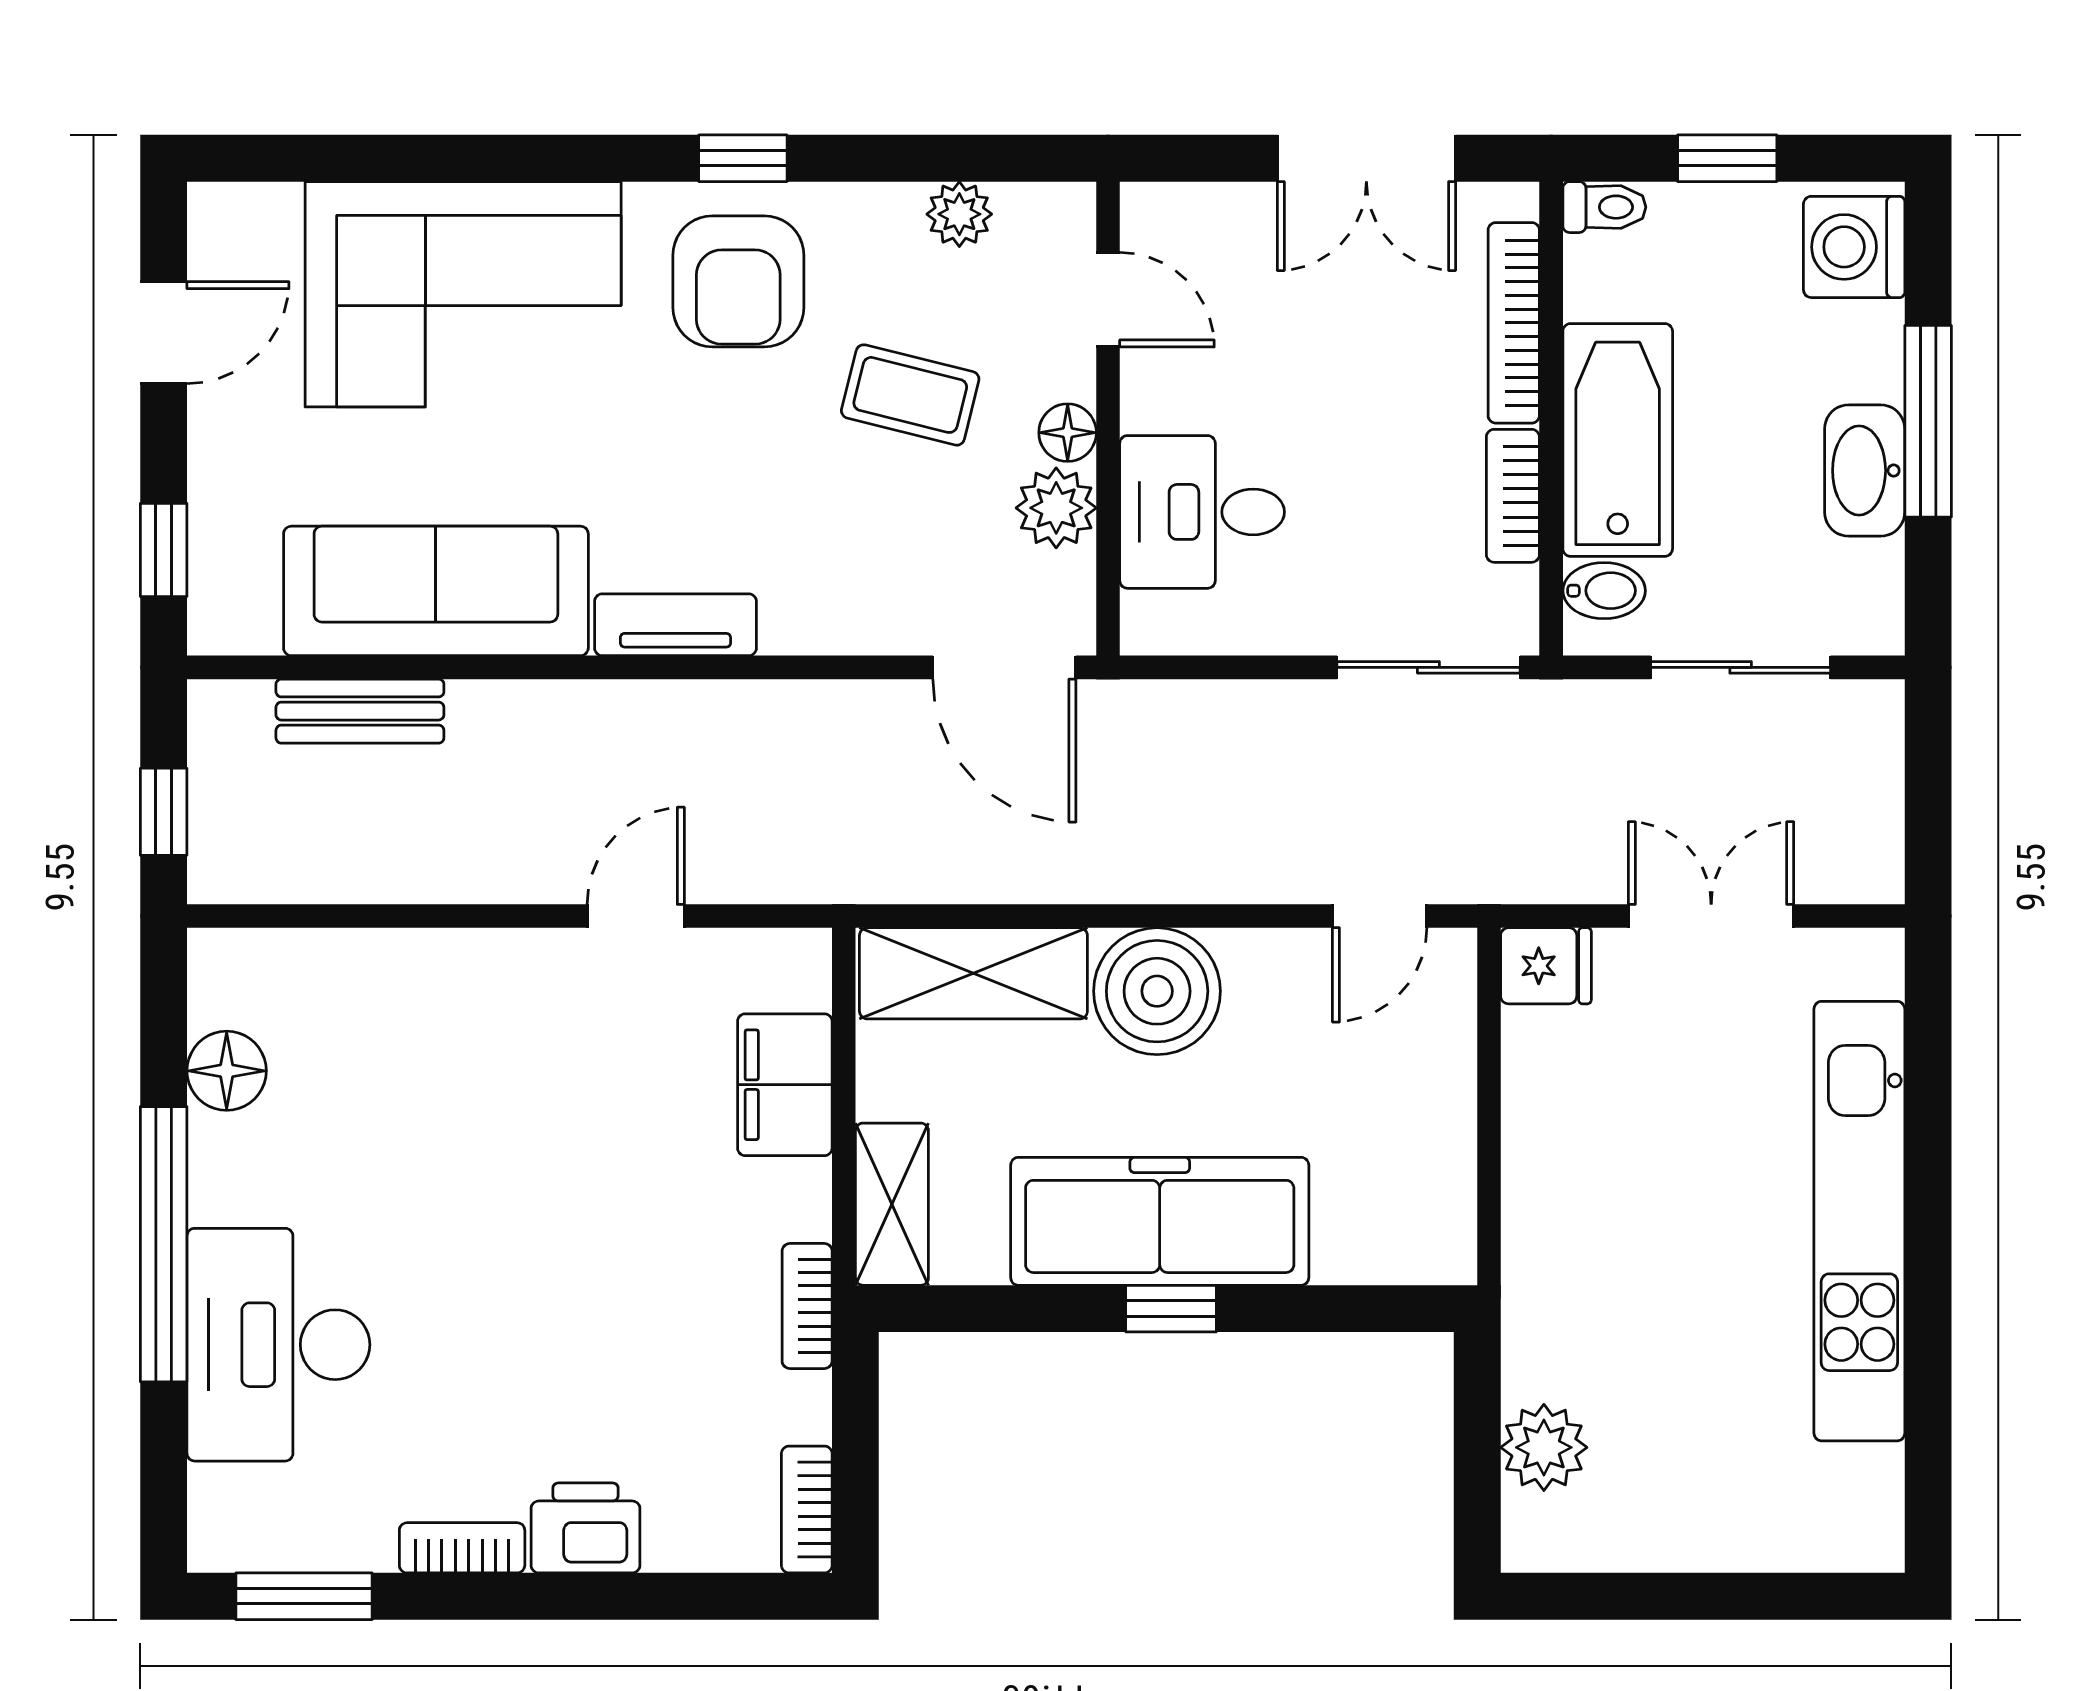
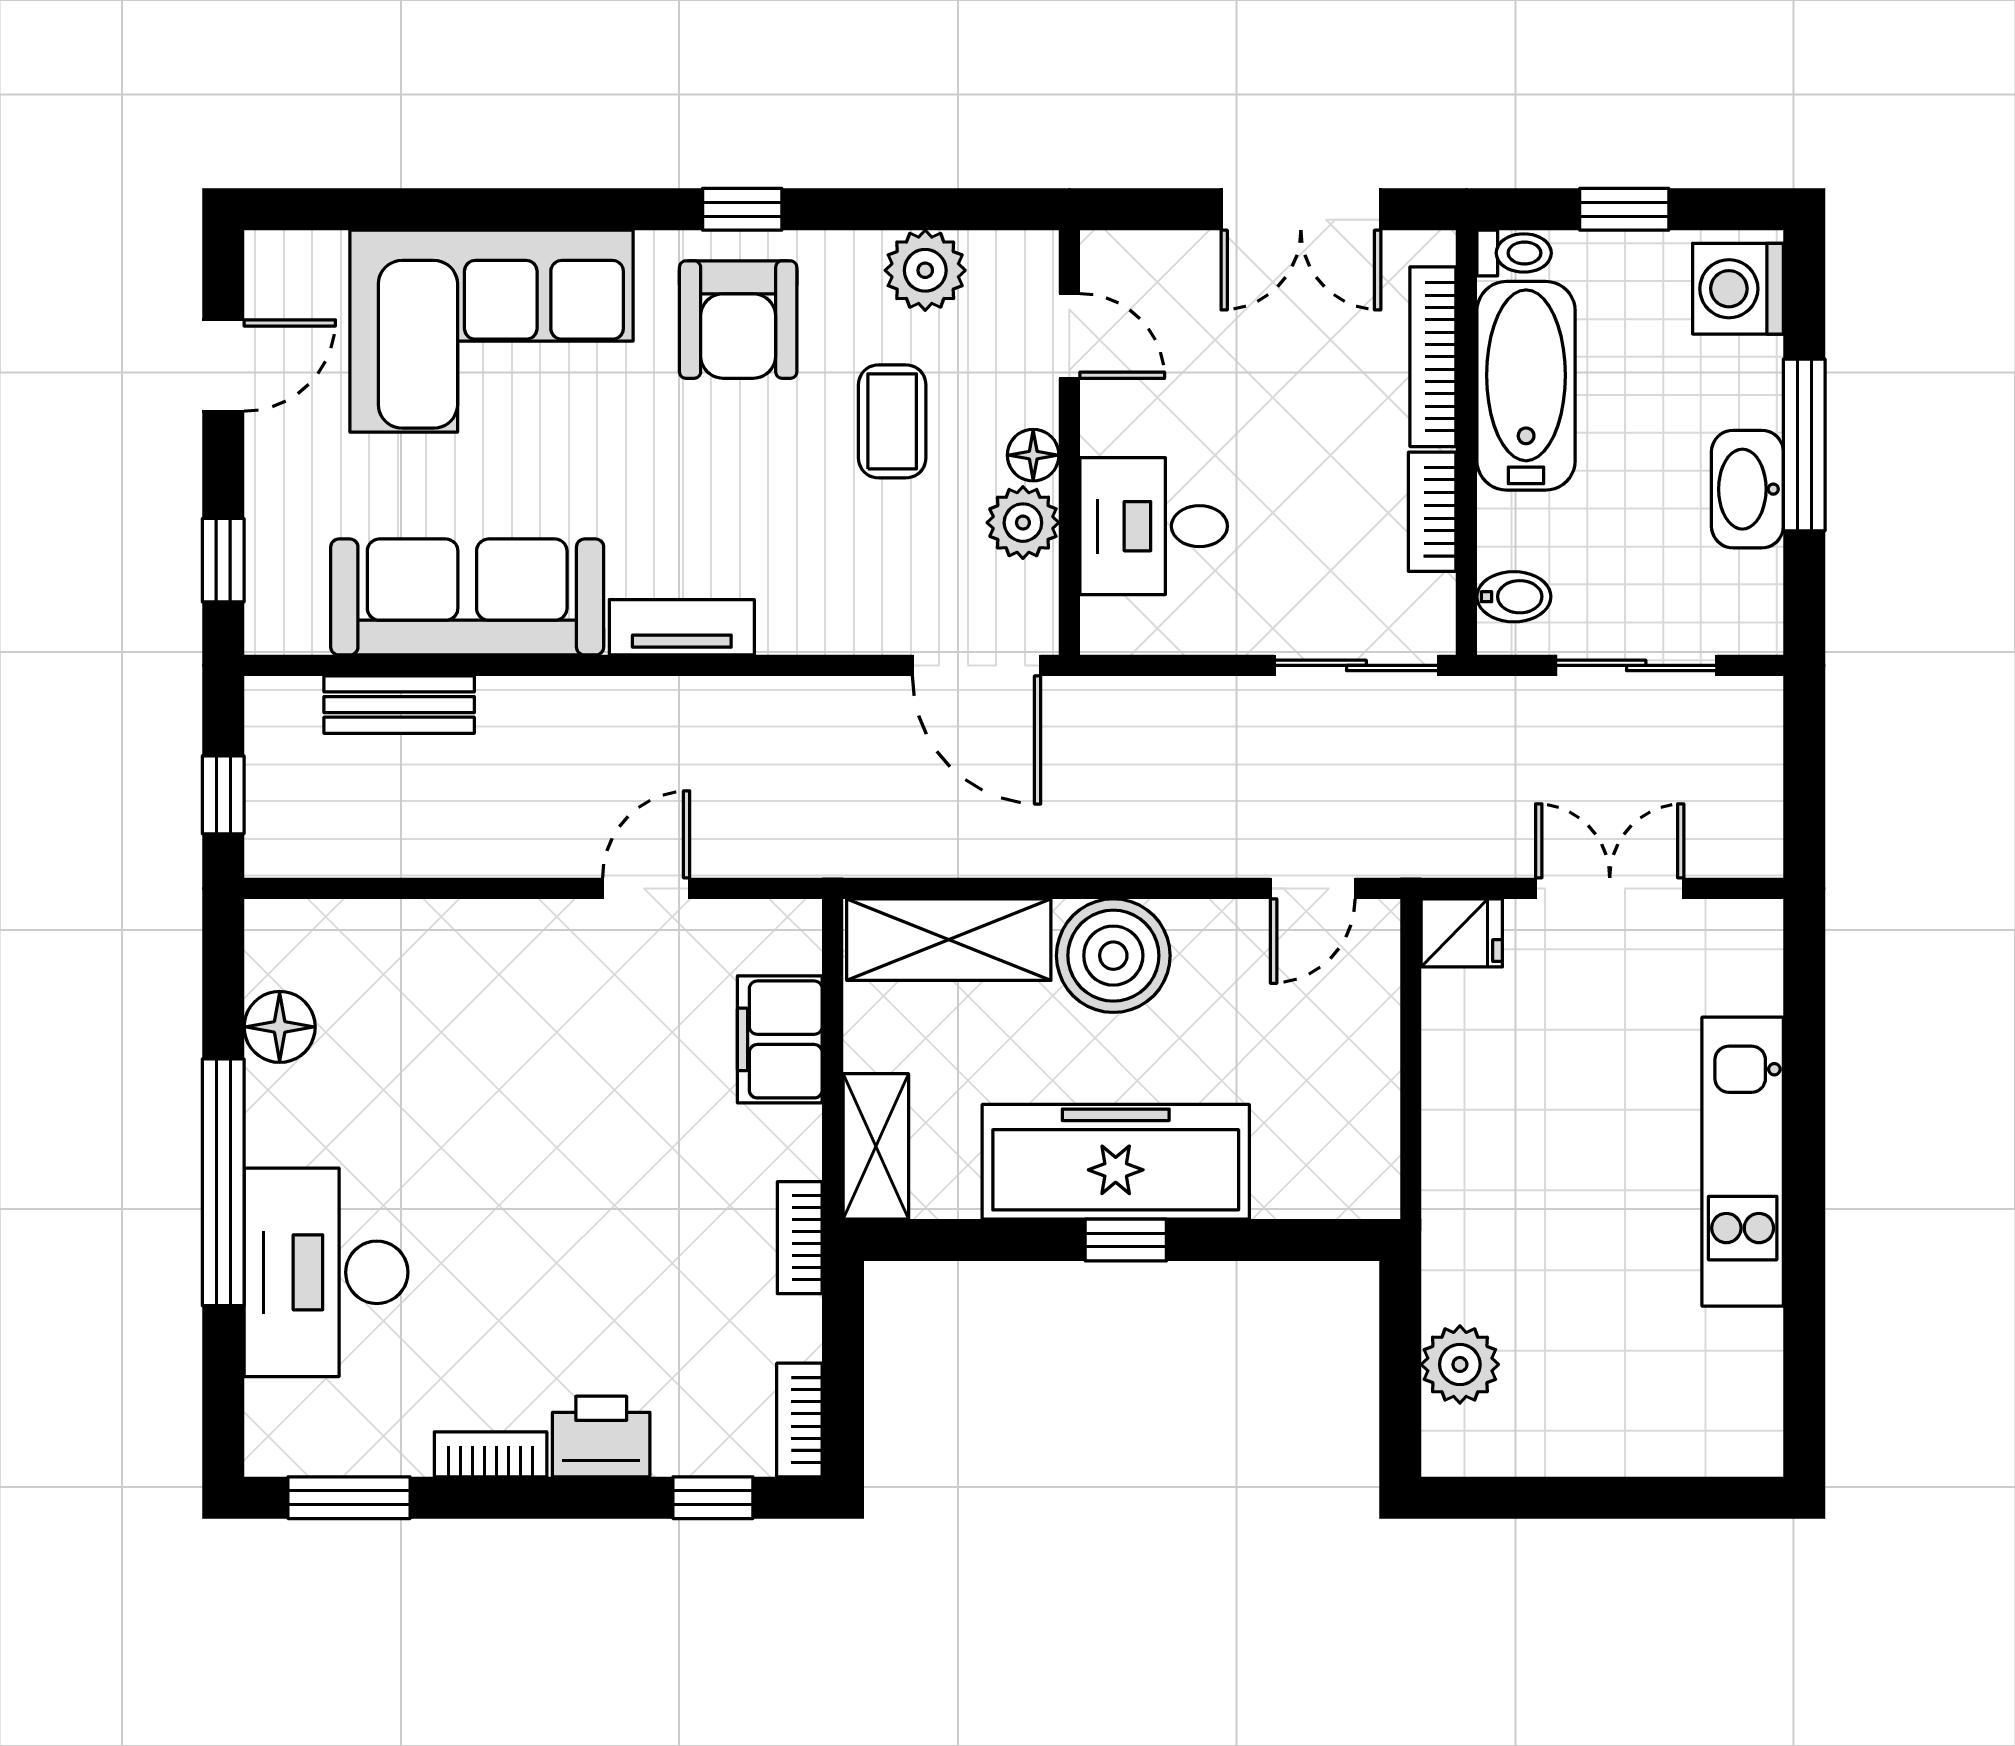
plant: (959, 214) -> (925, 270), width x1.38, depth x1.38
coffee table: (910, 395) -> (892, 421), turned 76
bathtub: (1618, 440) -> (1526, 386), moved
kitchen unit: (1859, 1221) -> (1743, 1162), width x0.73
window: (710, 1596) -> (713, 1498), added

